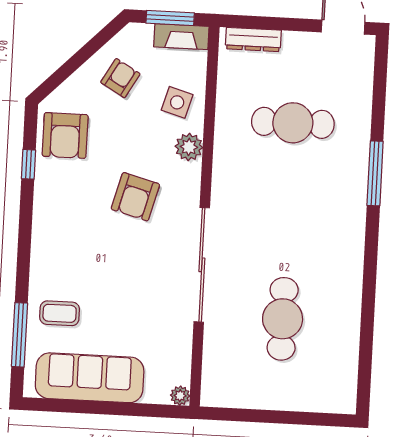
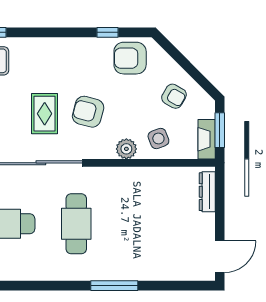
side table: (177, 102) -> (158, 139), turned -37
cafe table: (293, 123) -> (76, 224), moved
rug: (135, 256) -> (45, 114), added

